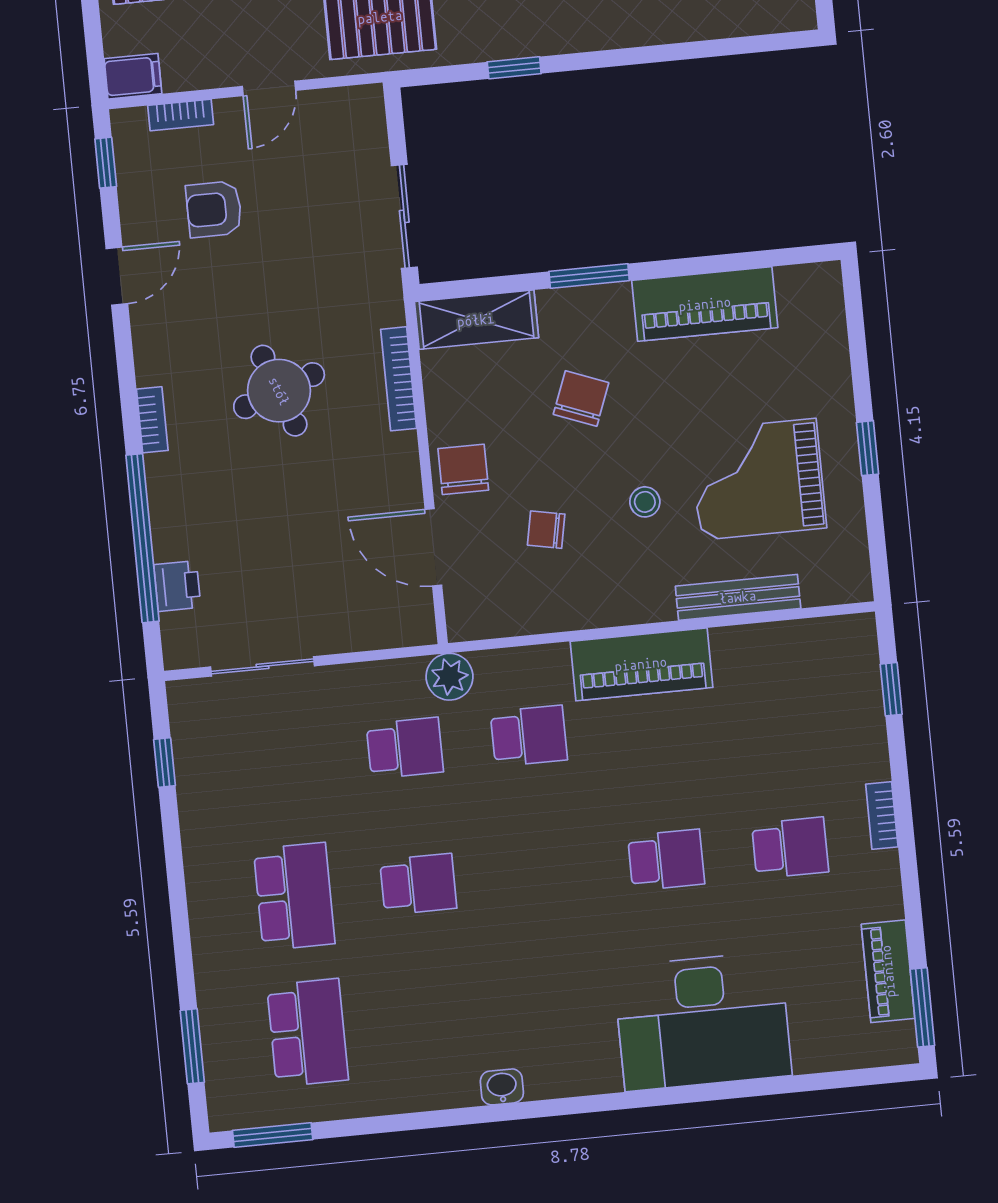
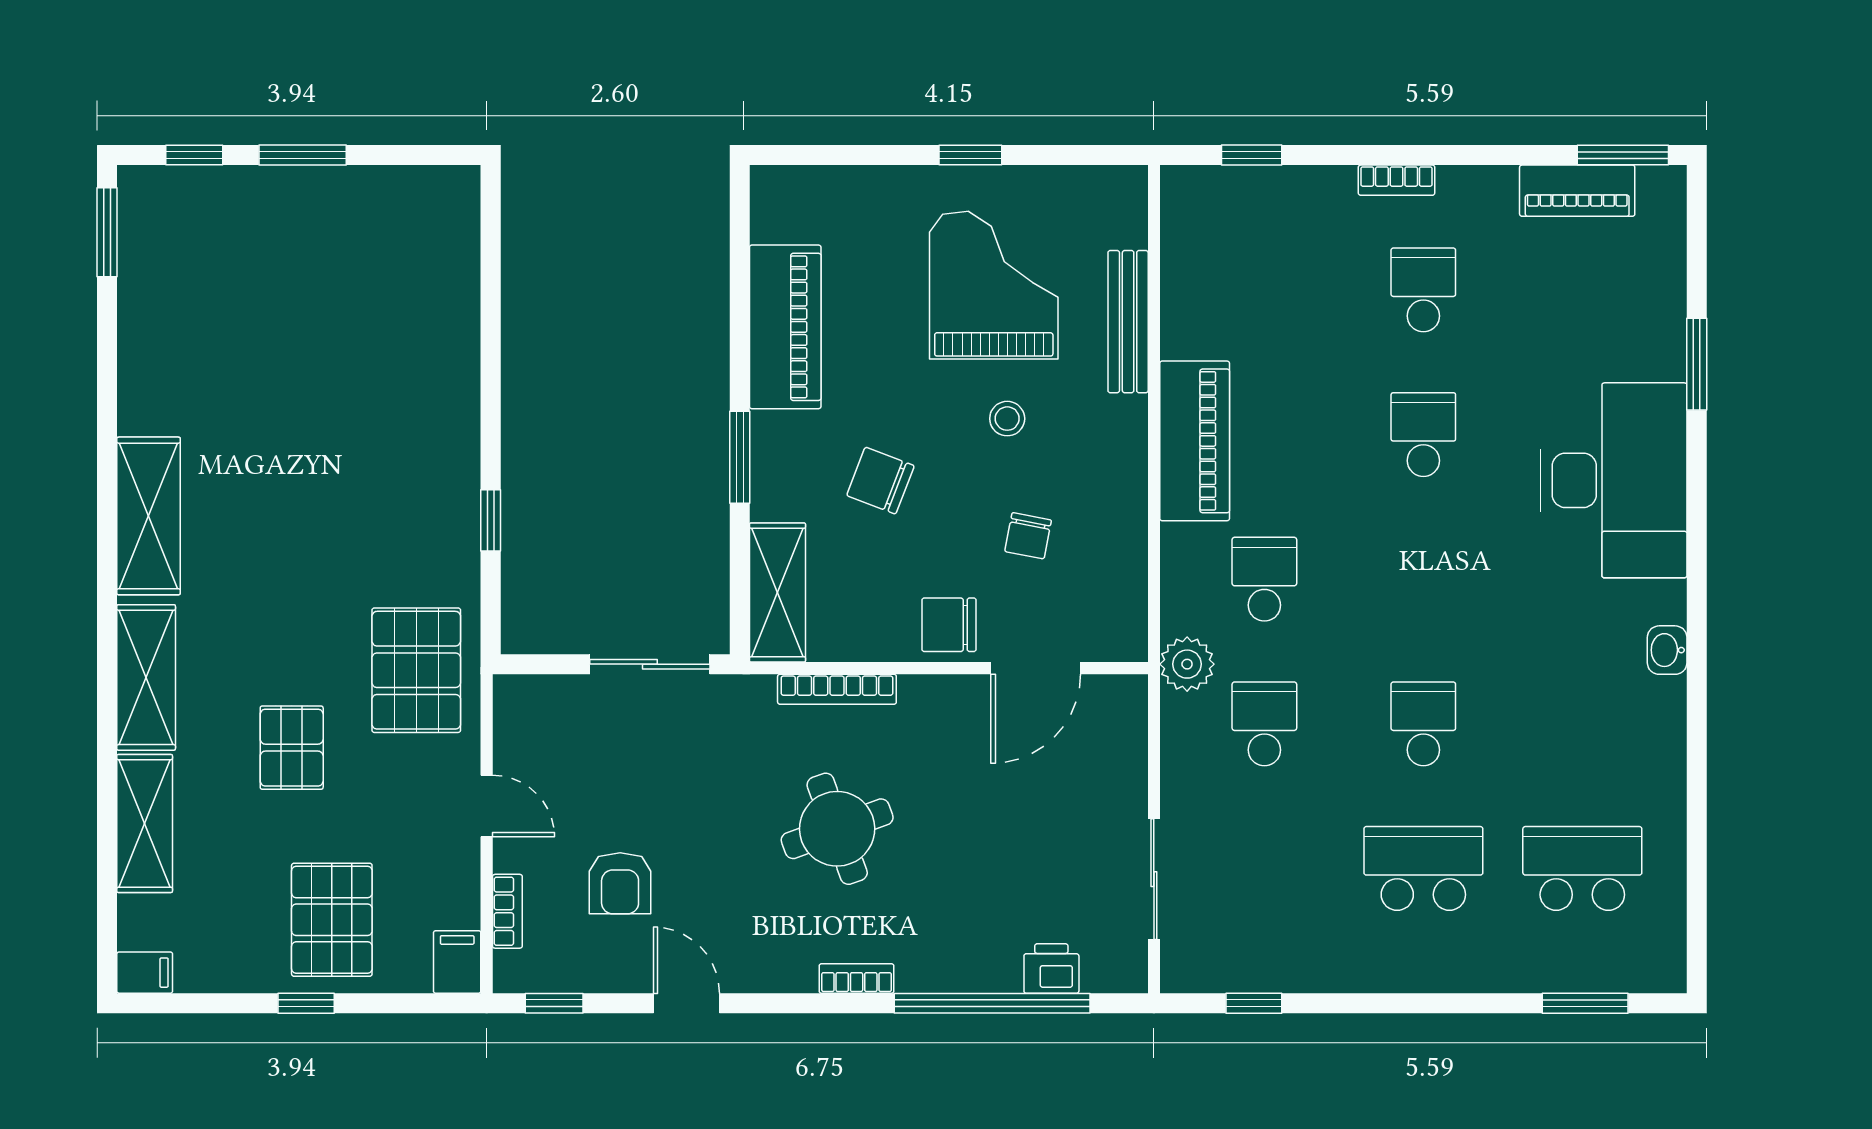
grand piano: (758, 479) -> (994, 285), turned 180
desk: (703, 1021) -> (1614, 480), moved
window: (273, 1135) -> (1697, 364), moved

